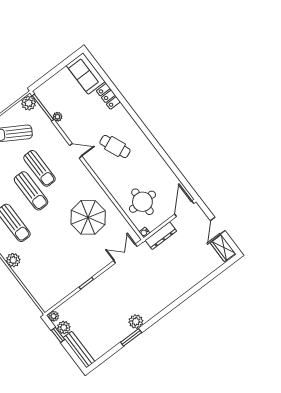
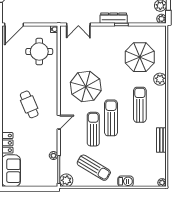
door: (76, 151) -> (59, 122), swing flipped
parasol: (88, 217) -> (86, 87), moved
dresser: (161, 236) -> (114, 18), moved
parasol: (47, 266) -> (140, 57), added

